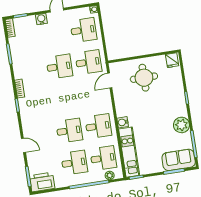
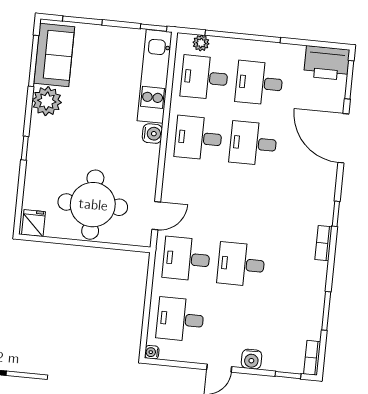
round table: (144, 78) -> (93, 205), width x1.36, depth x1.36
door: (23, 145) -> (343, 138), width x1.87
sofa: (179, 160) -> (54, 55), moved, turned -90

